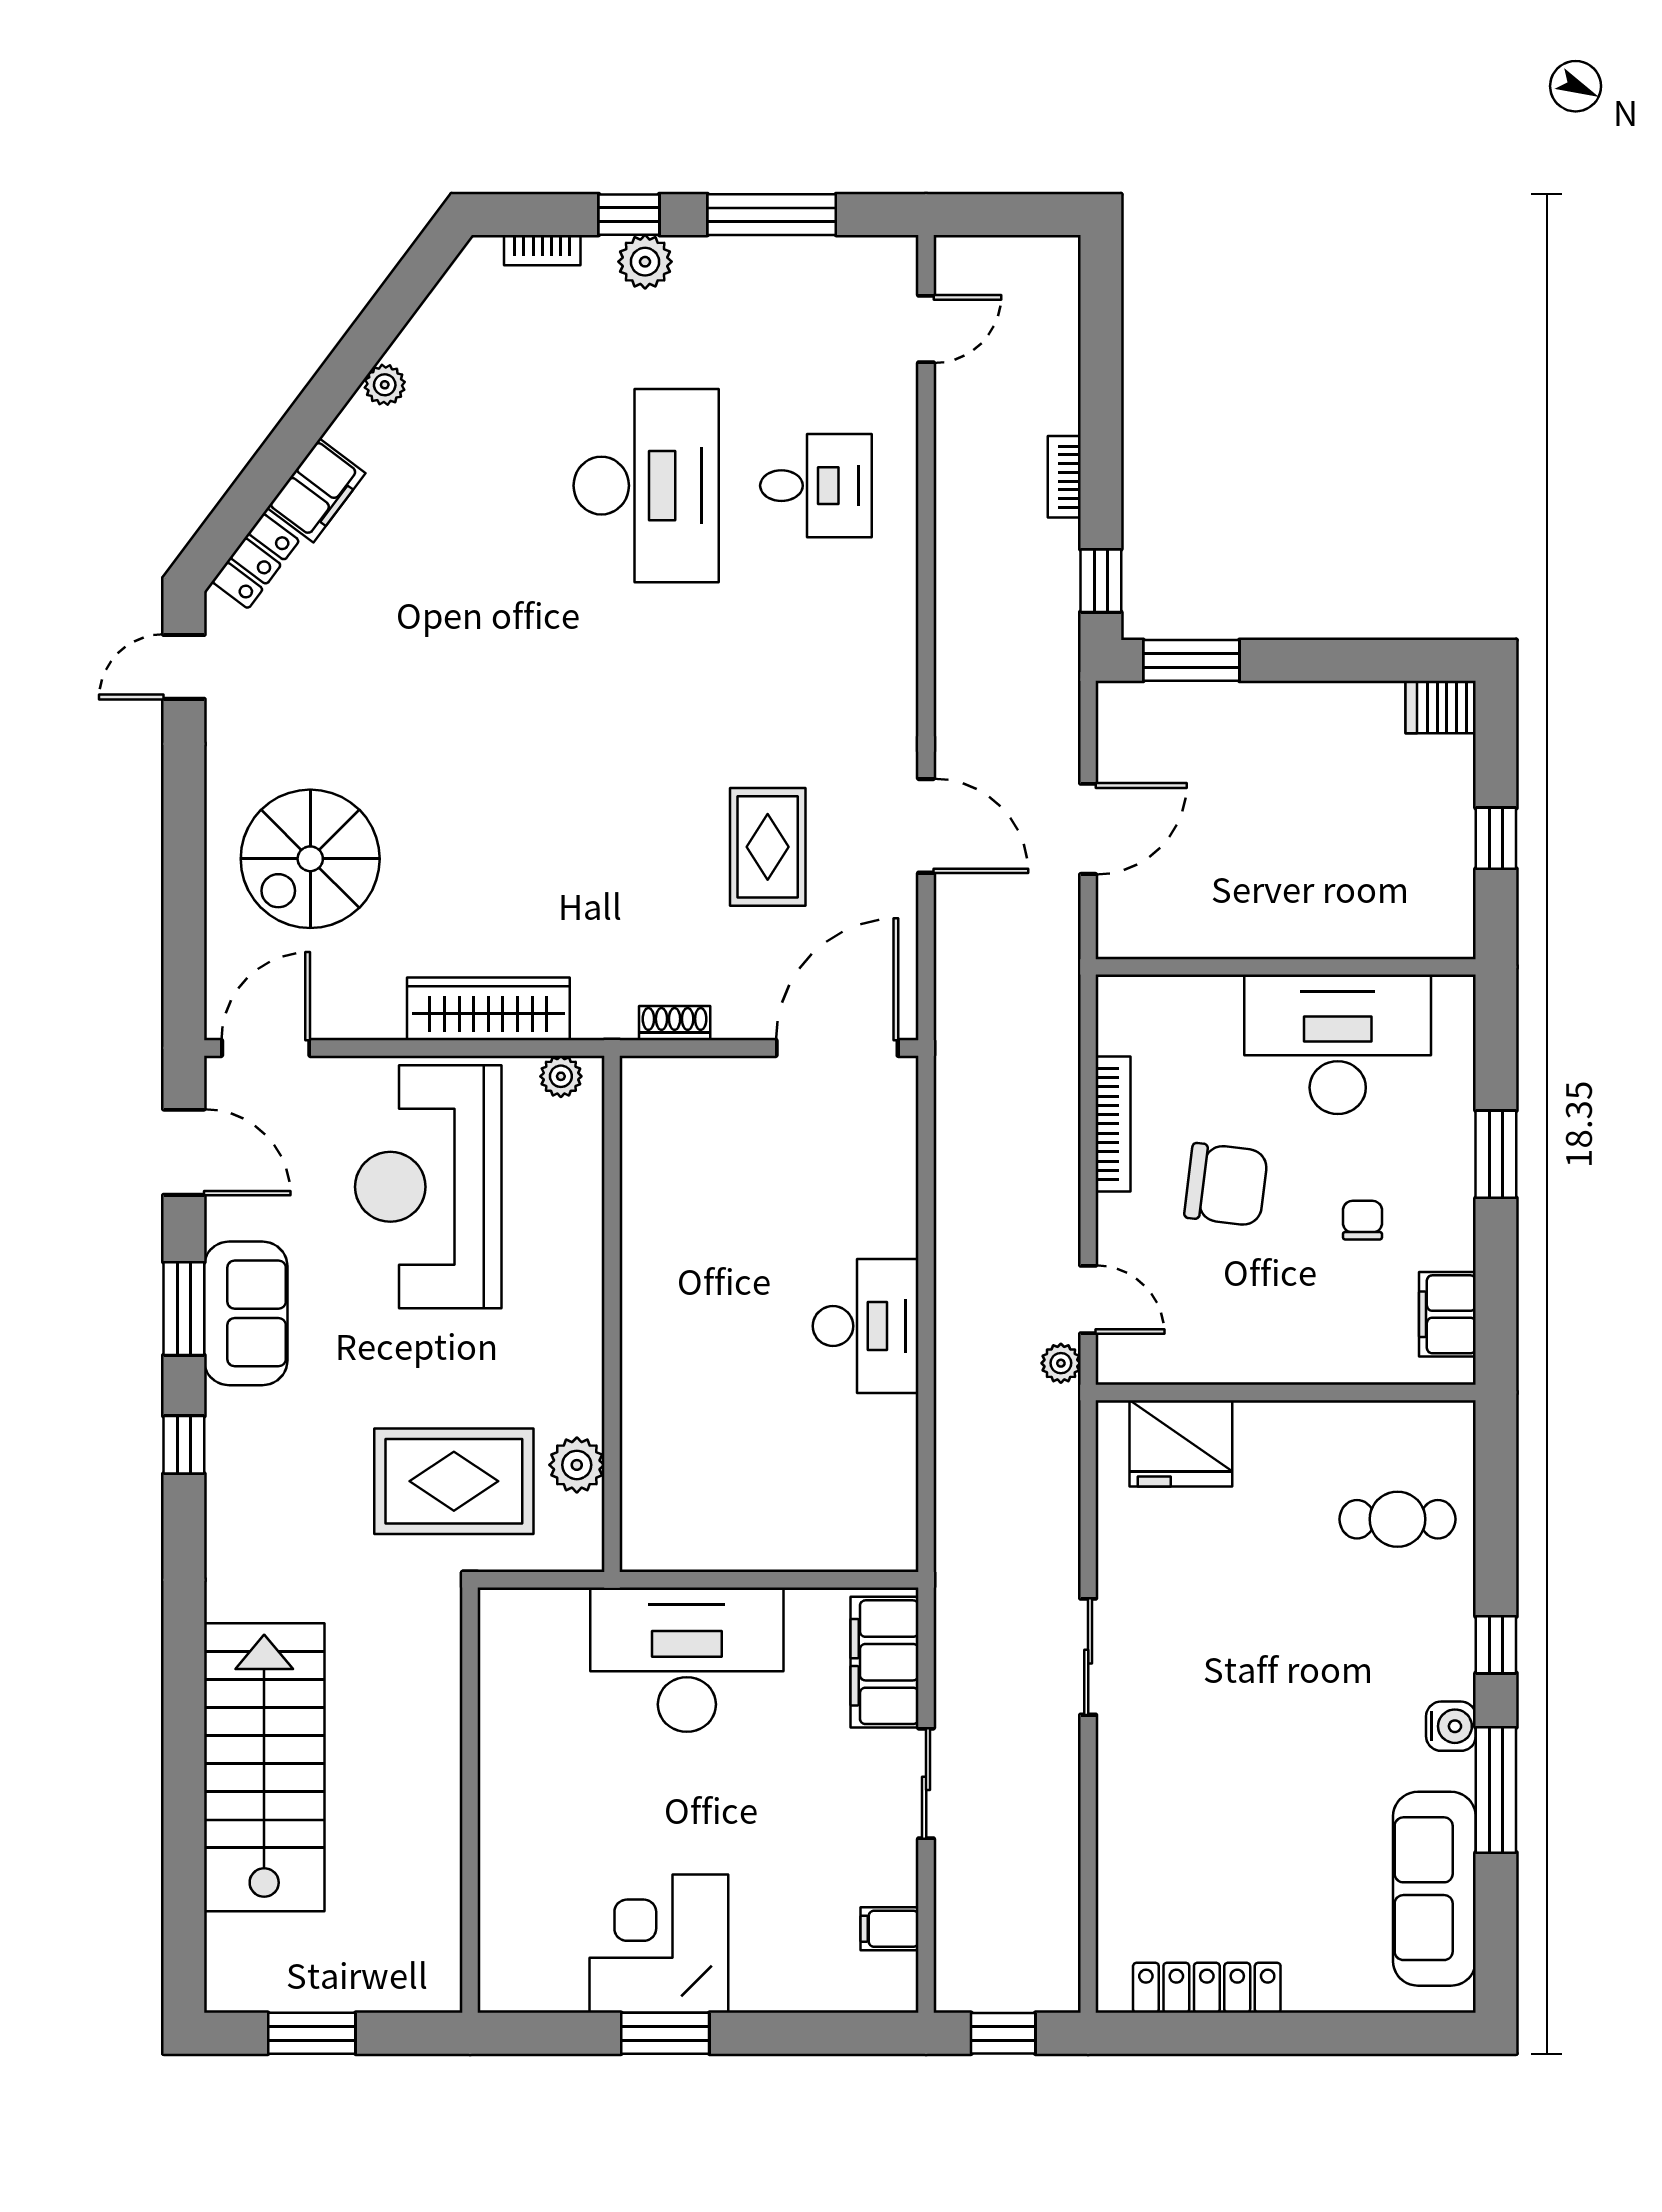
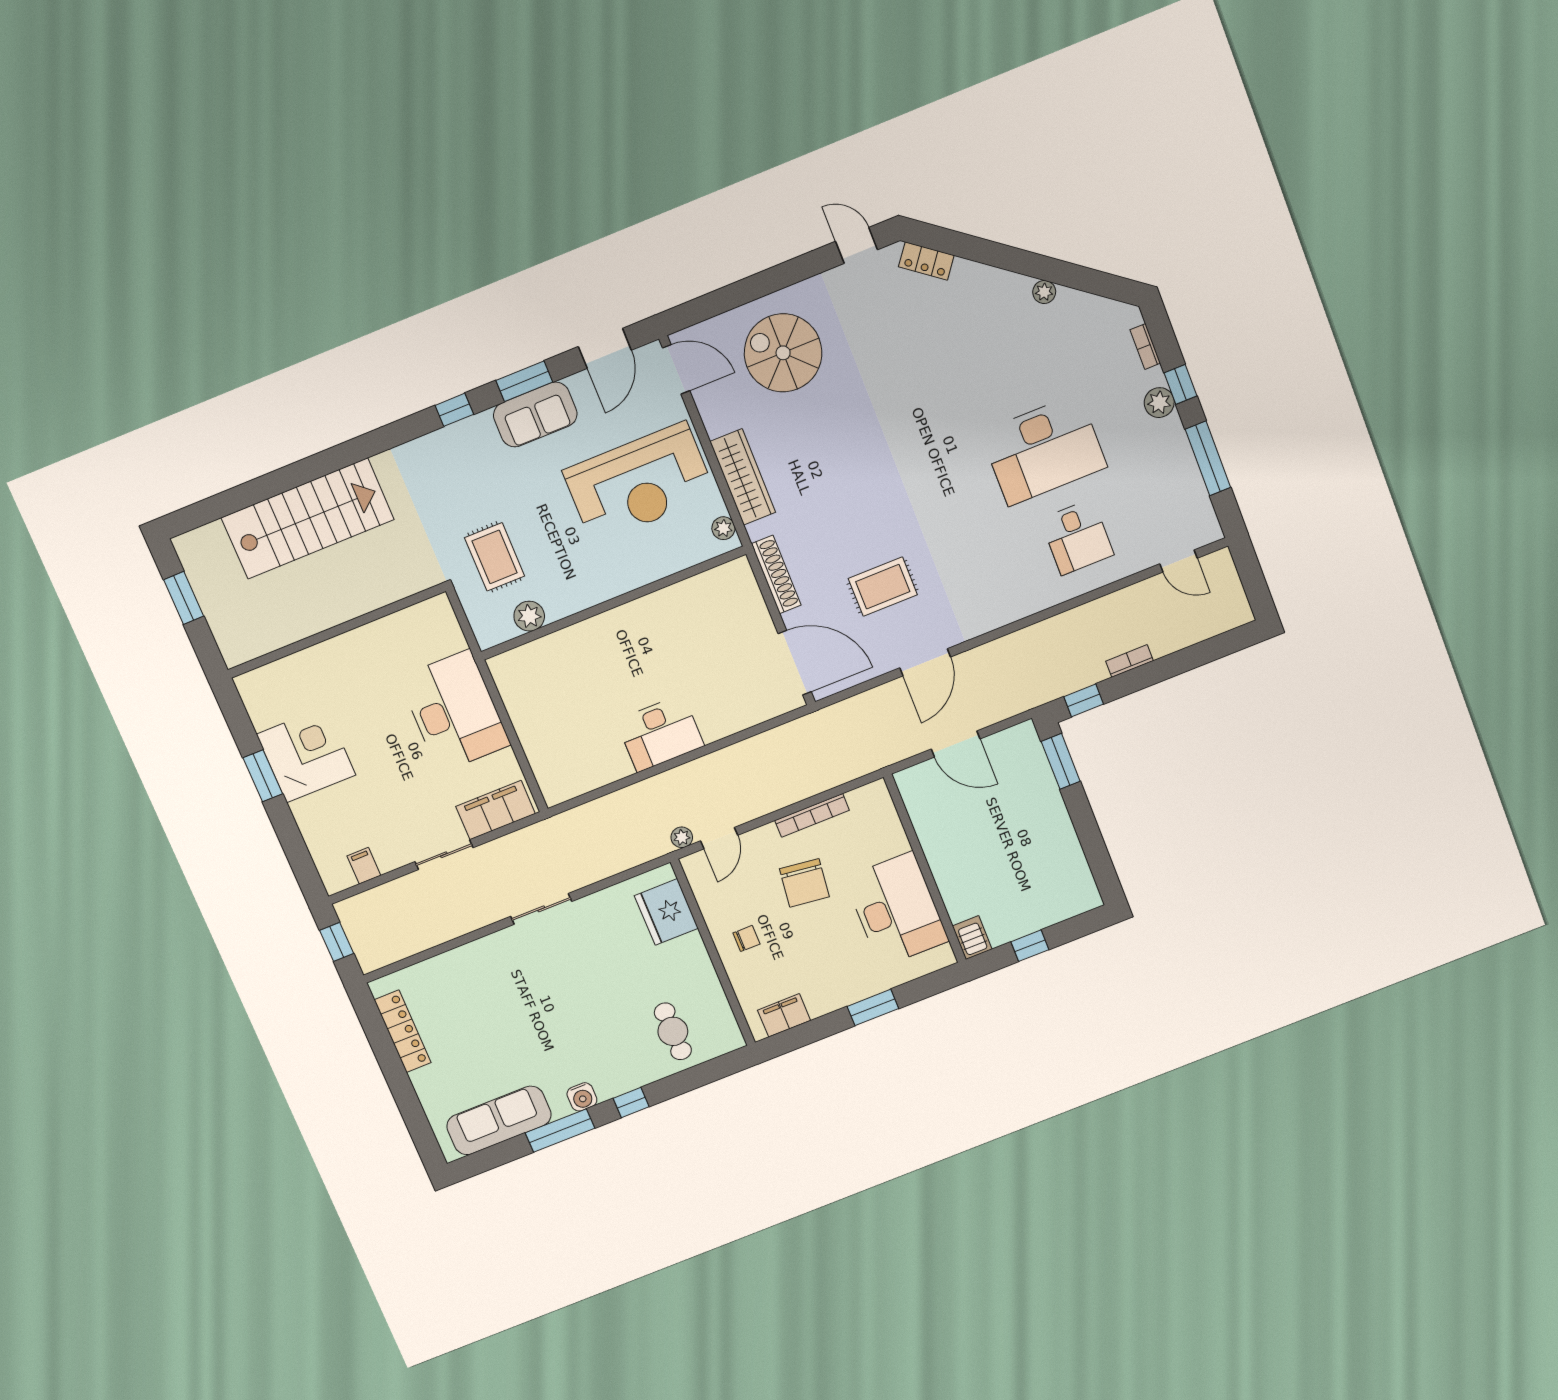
filing cabinet: (316, 490) -> (975, 278), removed
server rack: (1441, 707) -> (972, 938), moved
shoe rack: (675, 1023) -> (776, 574), width x1.94, depth x1.24
reception desk: (428, 1187) -> (639, 483), turned 180
chair: (1362, 1220) -> (746, 938), moved
rug: (454, 1481) -> (495, 557), width x0.73, depth x0.70

